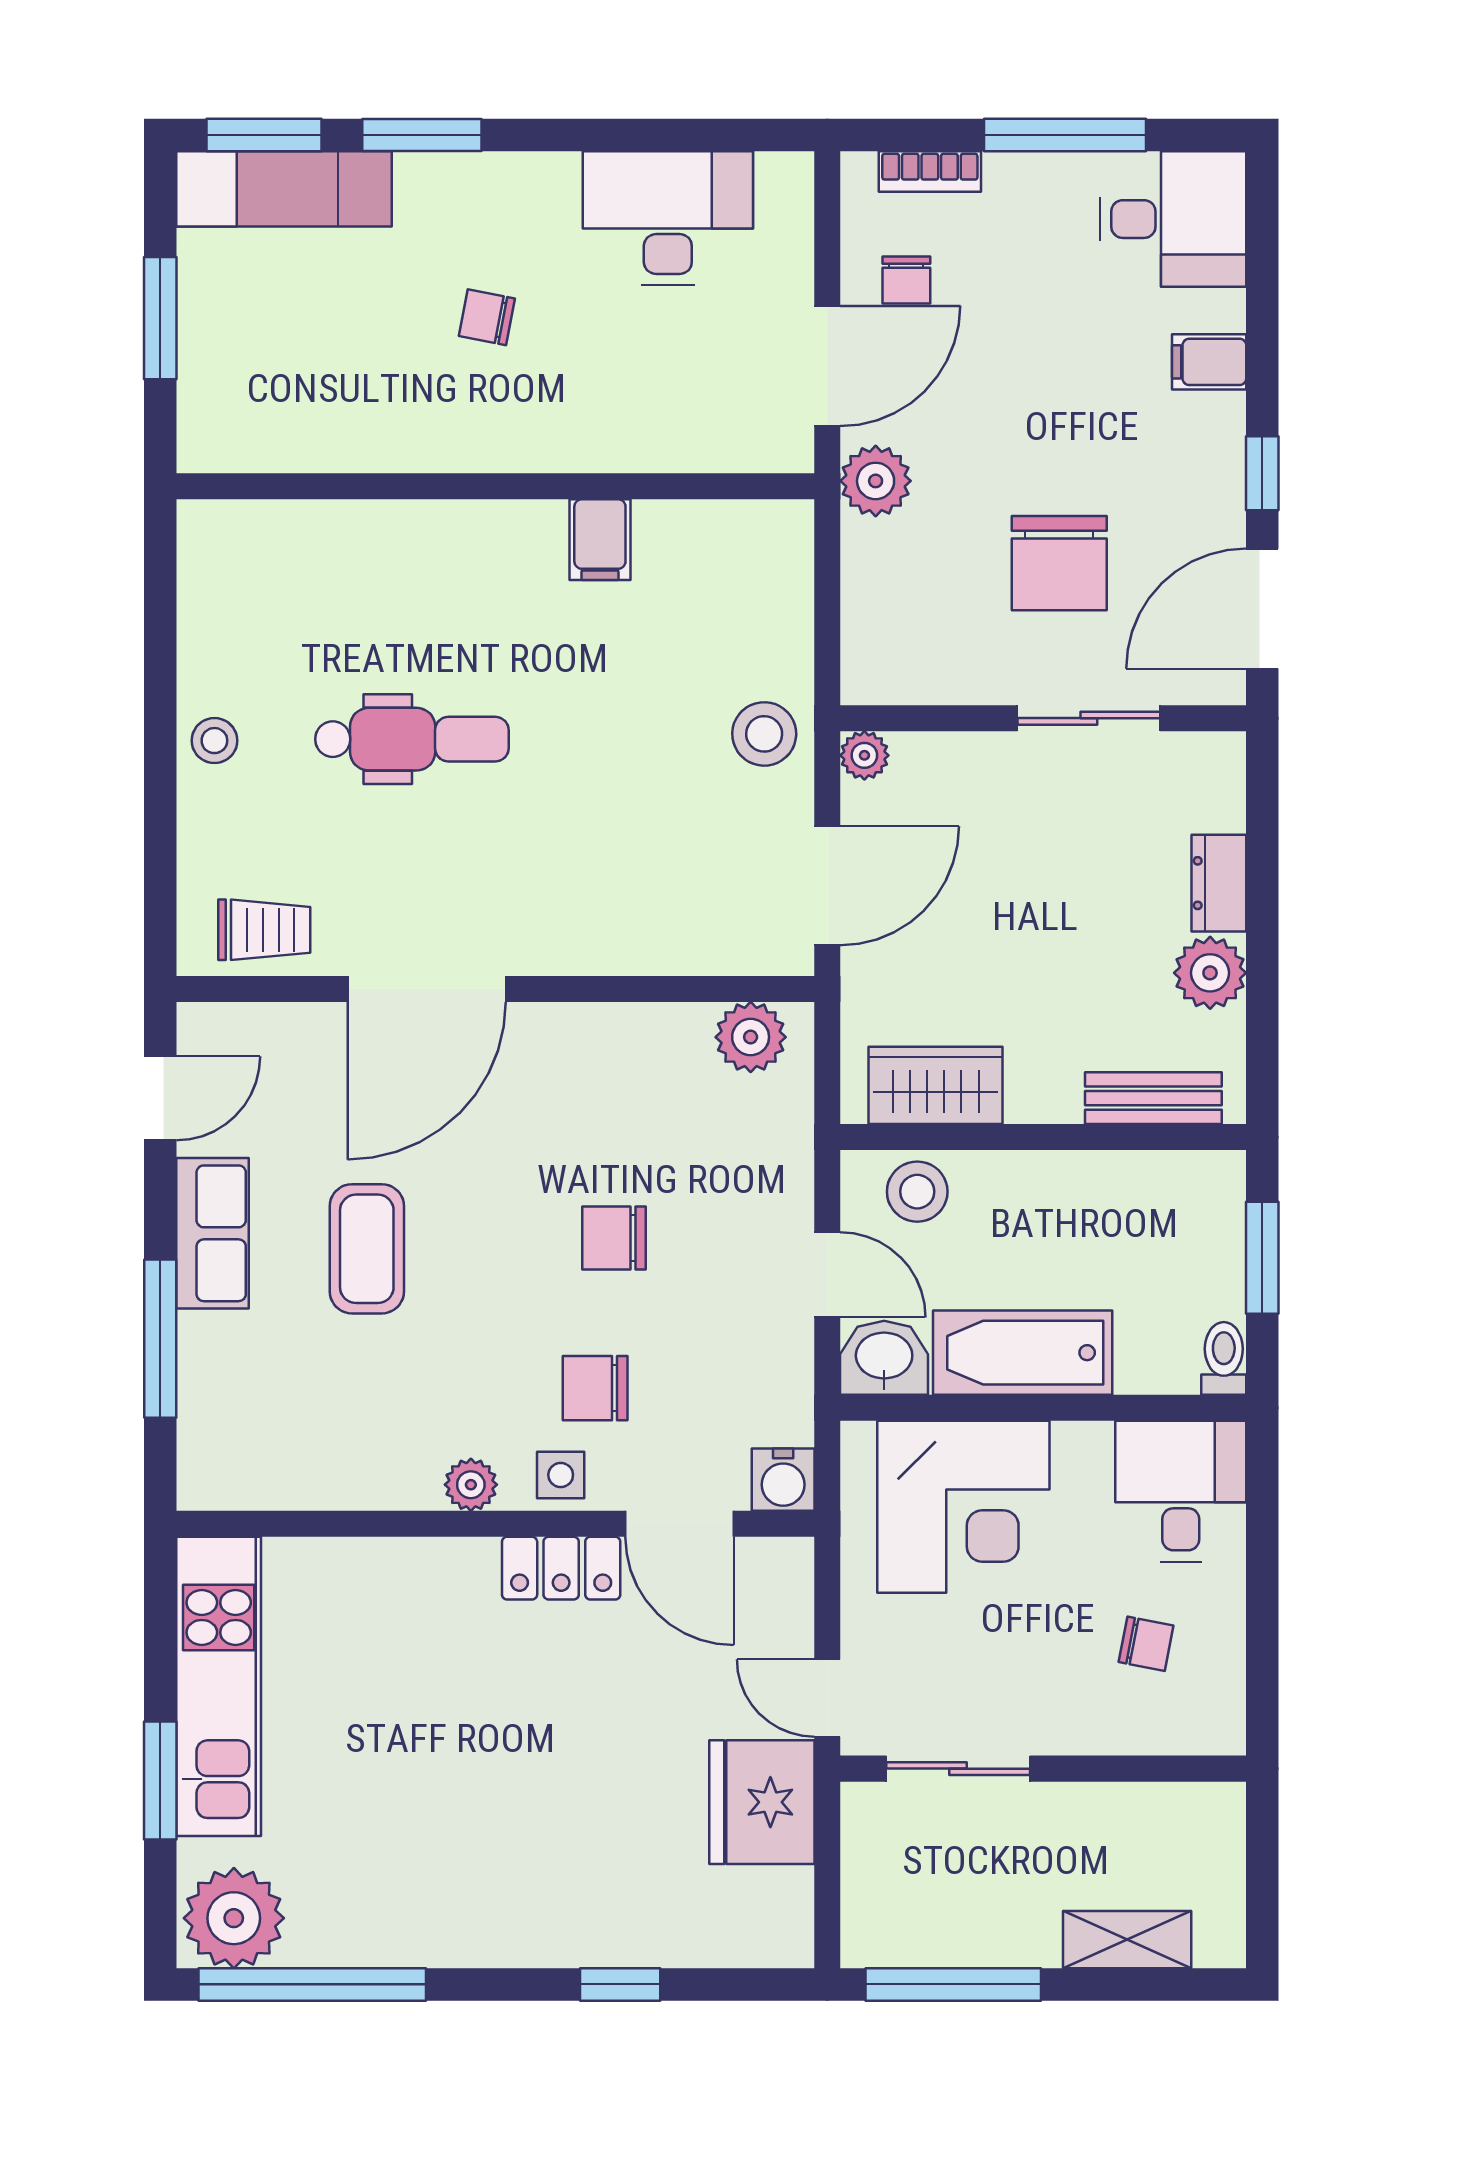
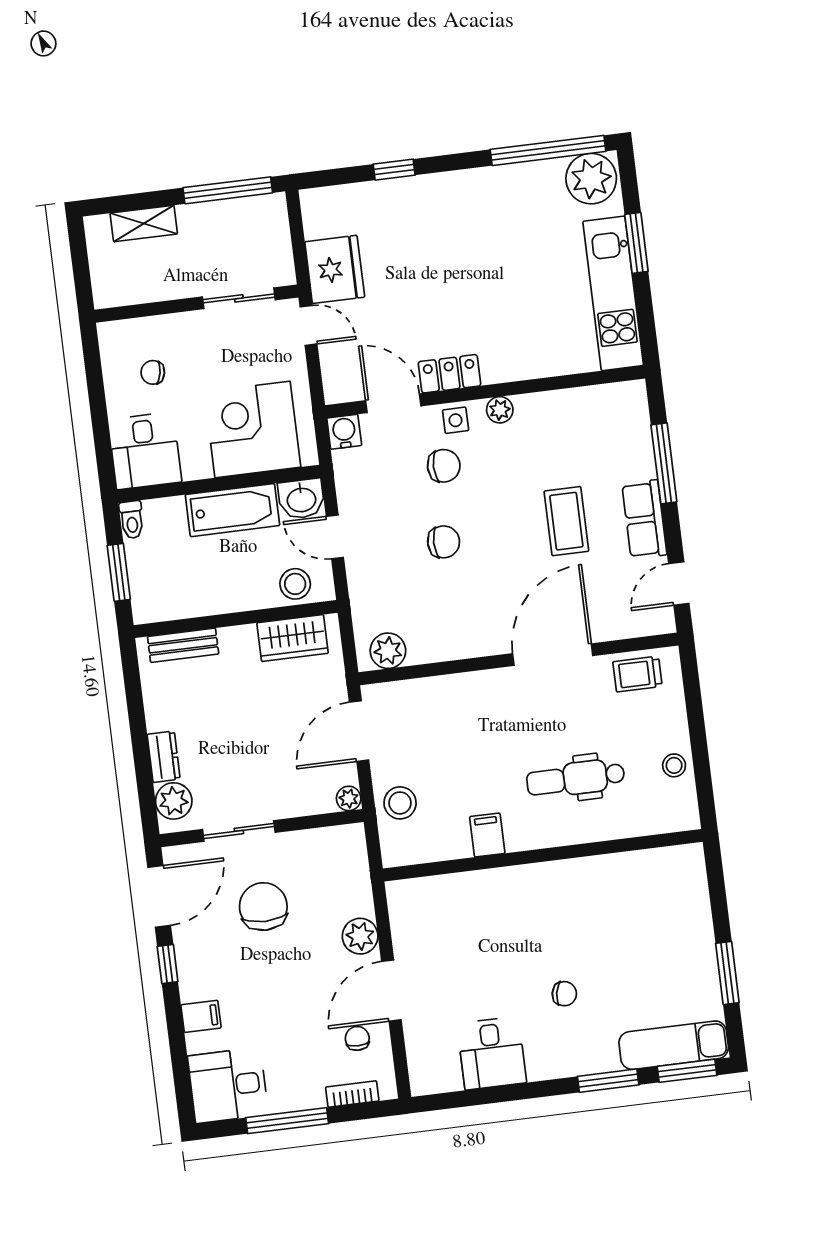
desk: (668, 218) -> (492, 1053), width x0.73
wall: (495, 486) -> (543, 855), moved
filing cabinet: (600, 540) -> (487, 835), moved
plant: (1210, 973) -> (174, 801), moved

